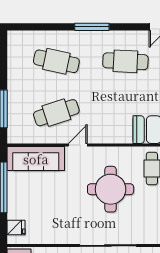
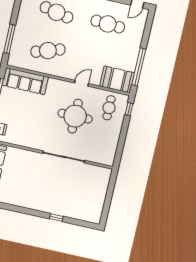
door: (78, 145) -> (81, 83), moved

